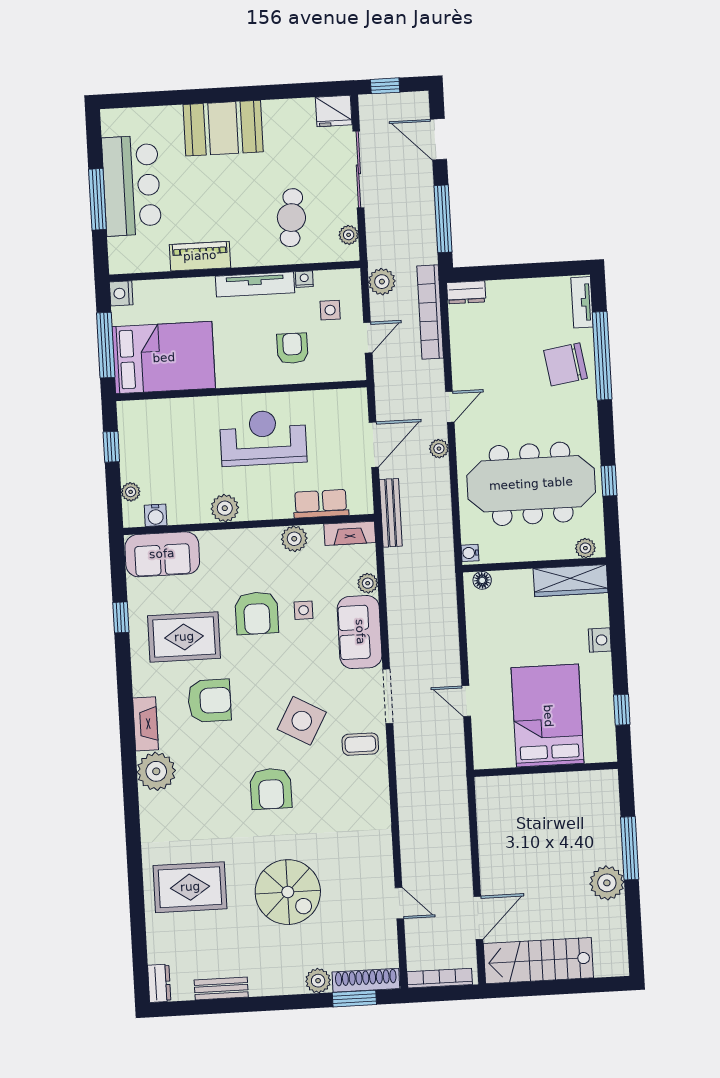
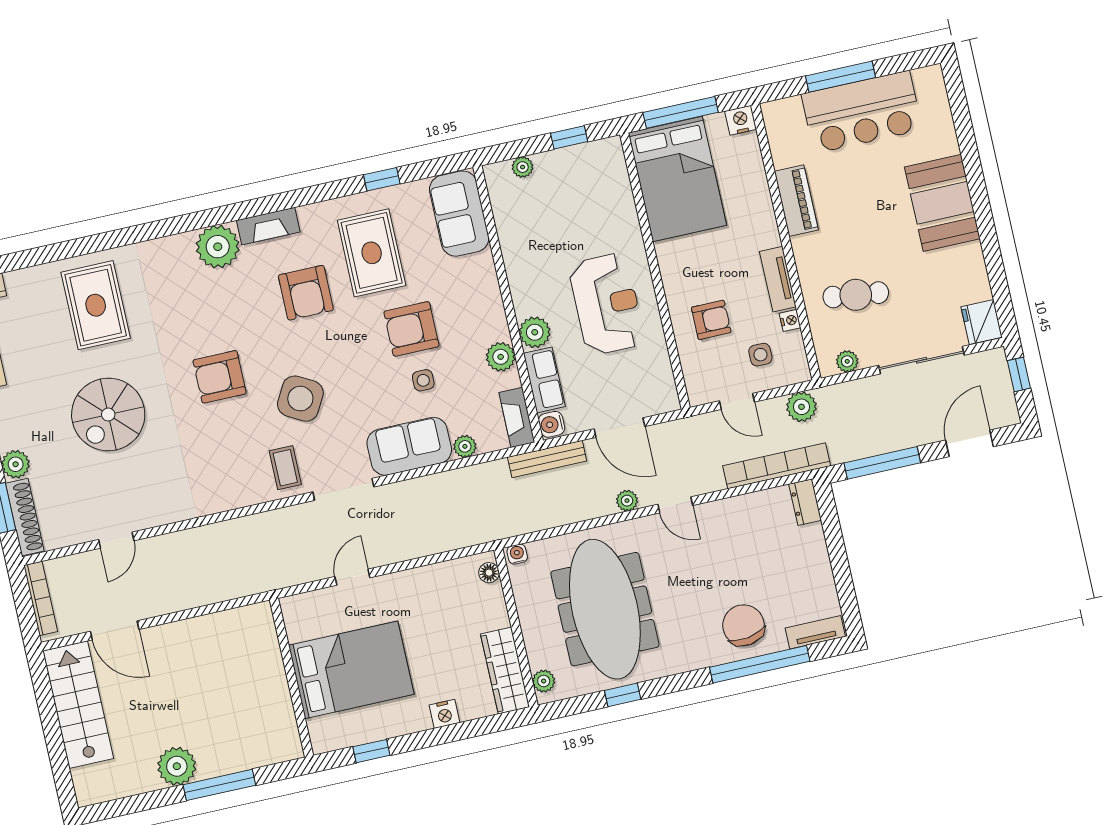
tv unit: (255, 284) -> (778, 279), width x0.71
plant: (225, 508) -> (535, 332), moved
water cooler: (156, 515) -> (552, 424), moved

